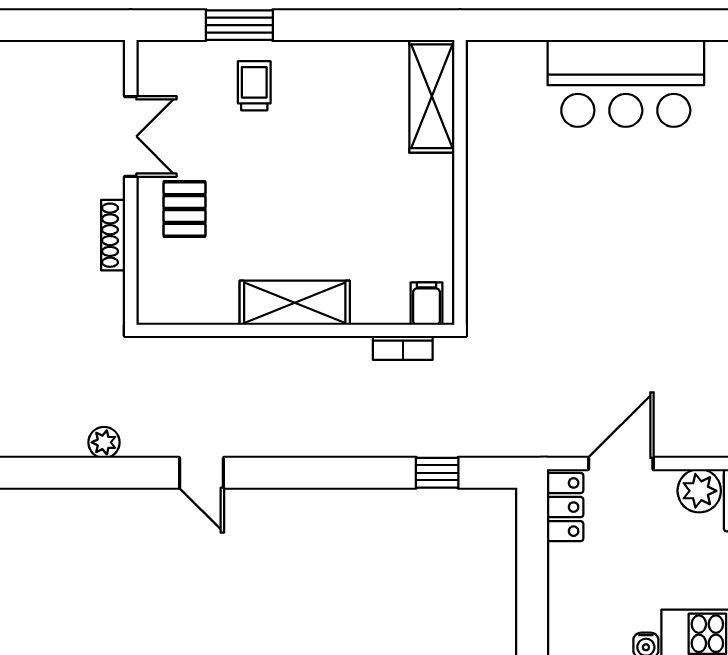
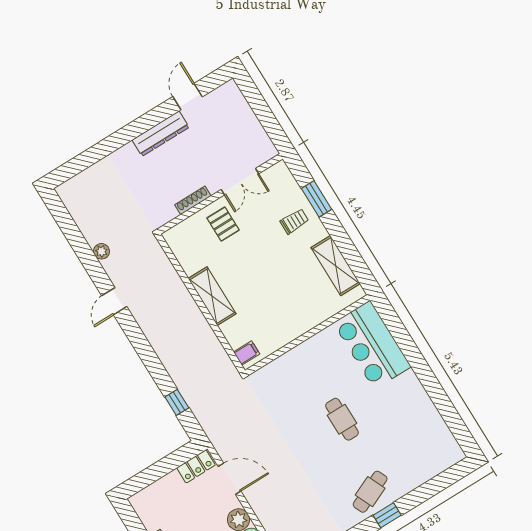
bar counter: (626, 83) -> (372, 345), moved
shelving: (432, 96) -> (336, 266), moved, turned 90
pallet: (185, 209) -> (223, 224), turned 90
cafe table: (638, 212) -> (342, 419), added
bookcase: (403, 348) -> (221, 354), removed

